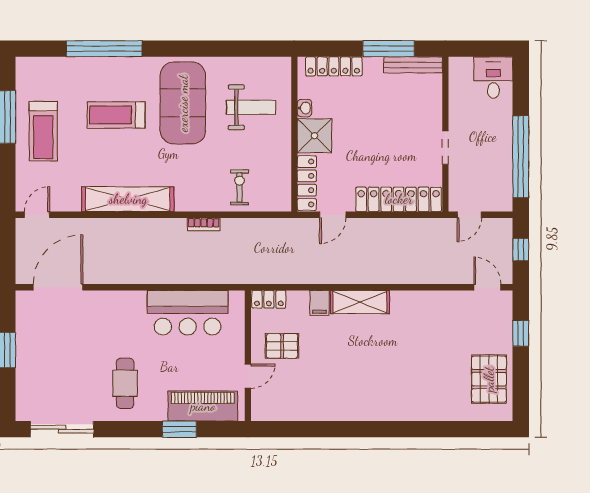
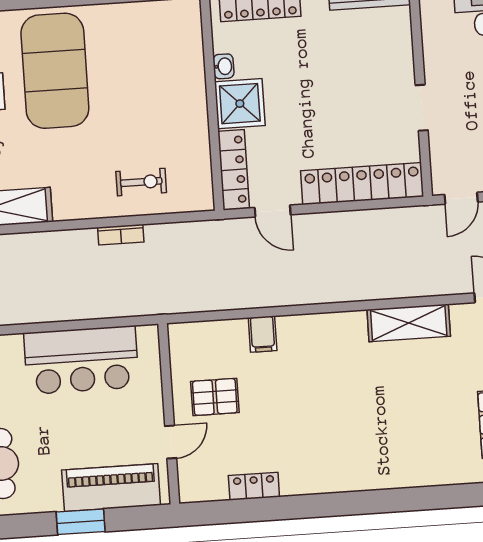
weight bench: (251, 107) -> (150, 70), removed
exercise bike: (240, 187) -> (141, 182), turned 90
door: (333, 215) -> (273, 211), hinge flipped
bookcase: (204, 224) -> (121, 235), moved
locker: (269, 299) -> (254, 486), moved, turned 180
shelving: (360, 302) -> (409, 323), moved

